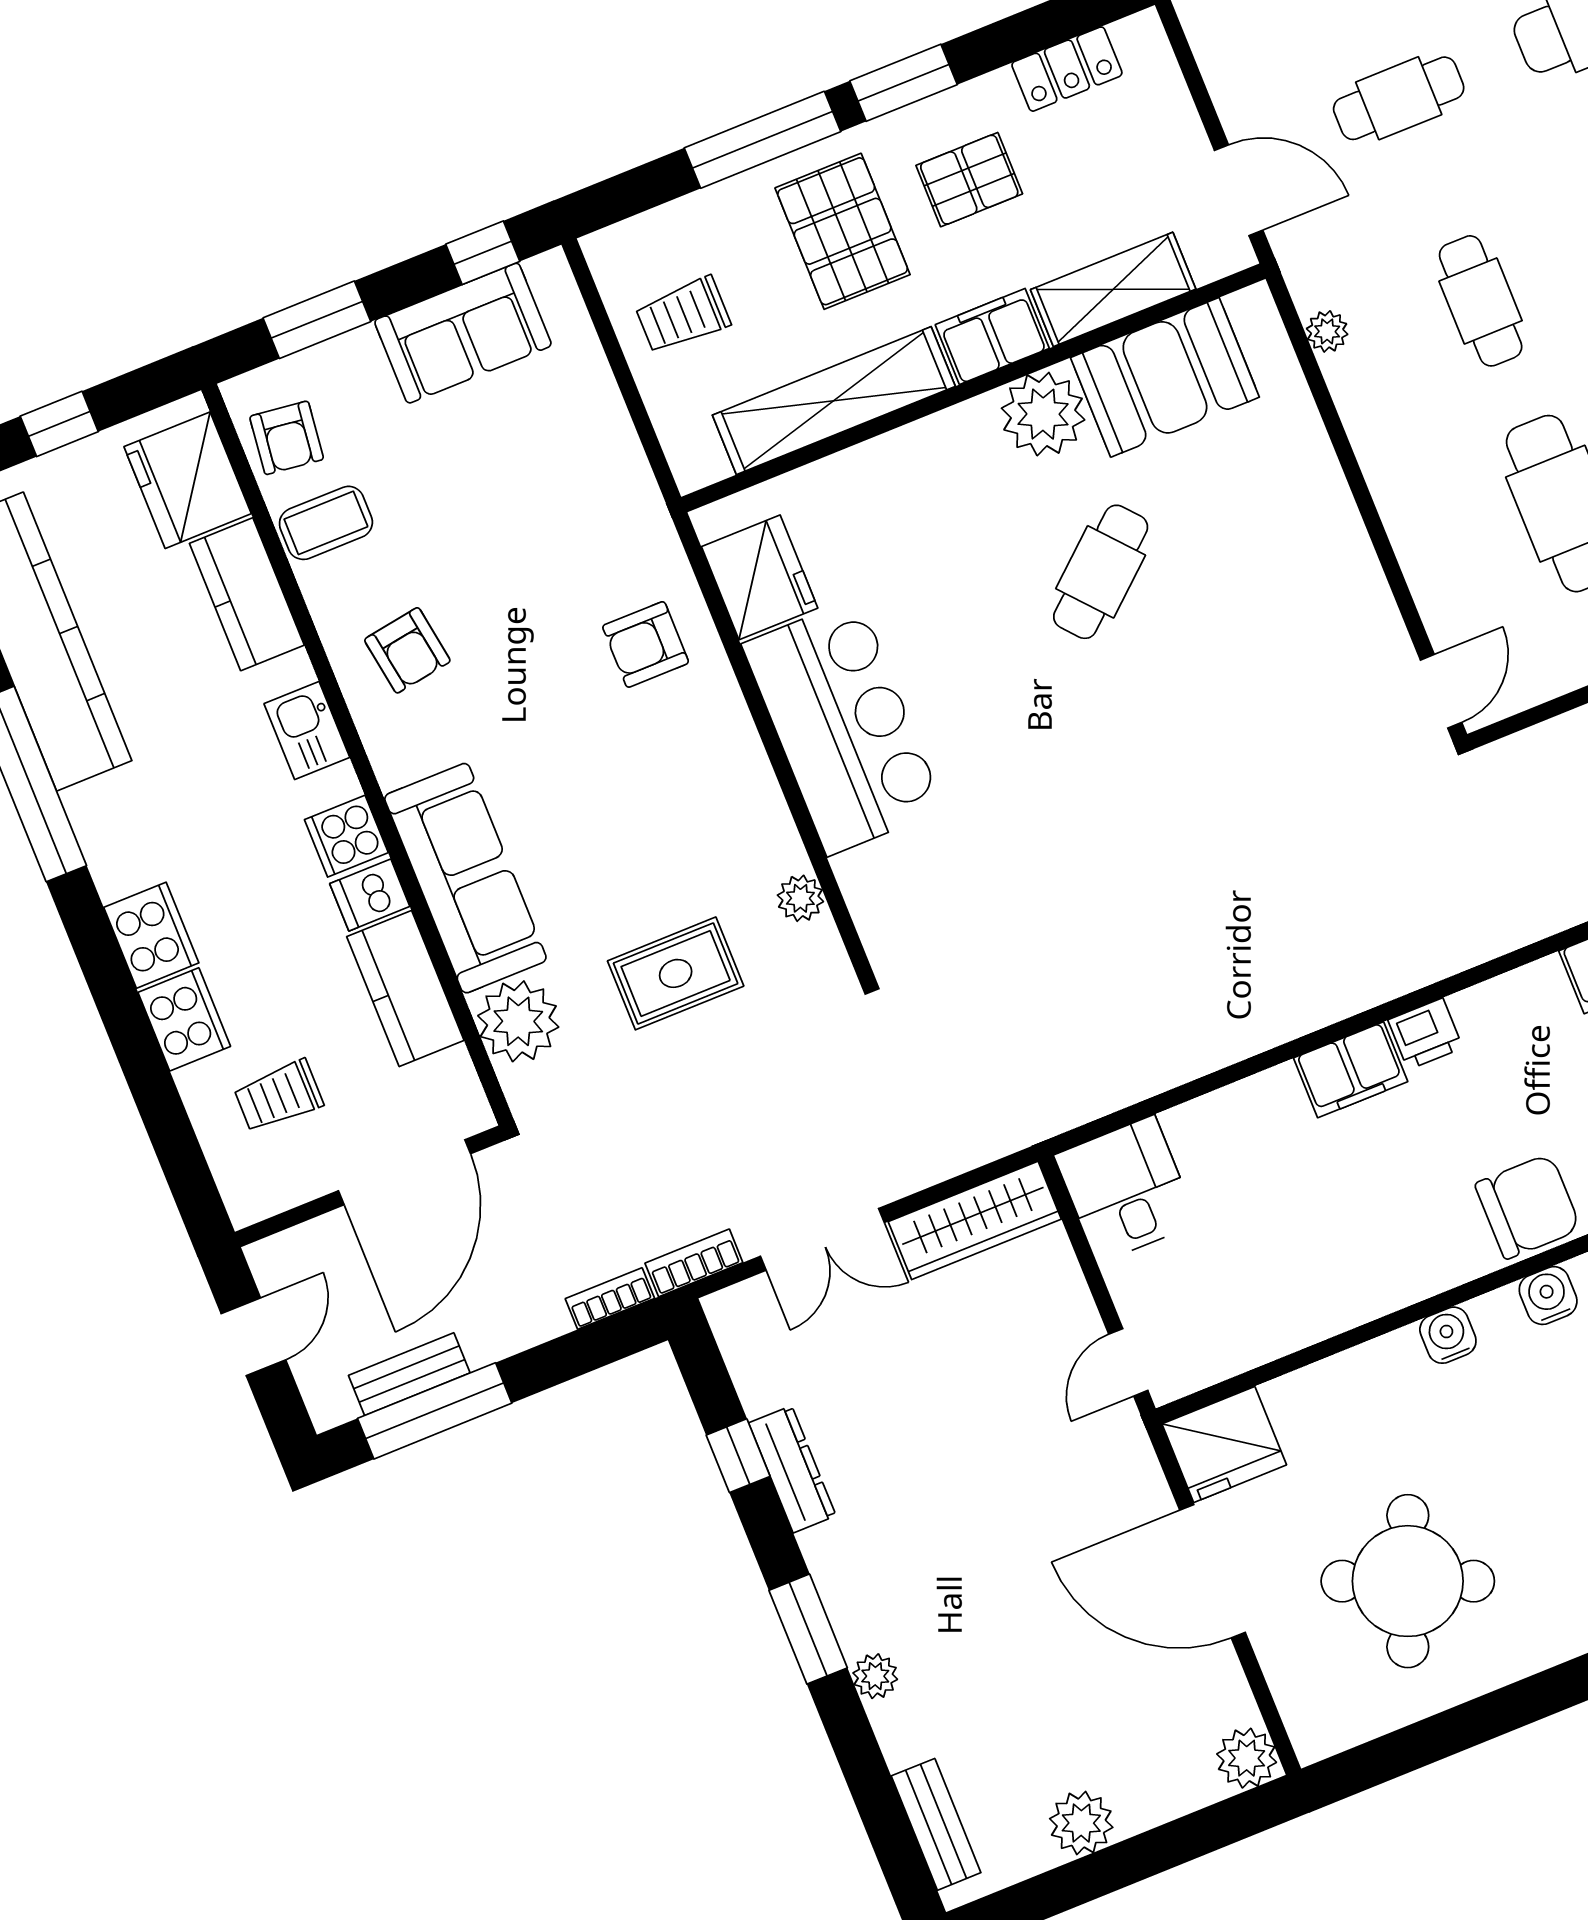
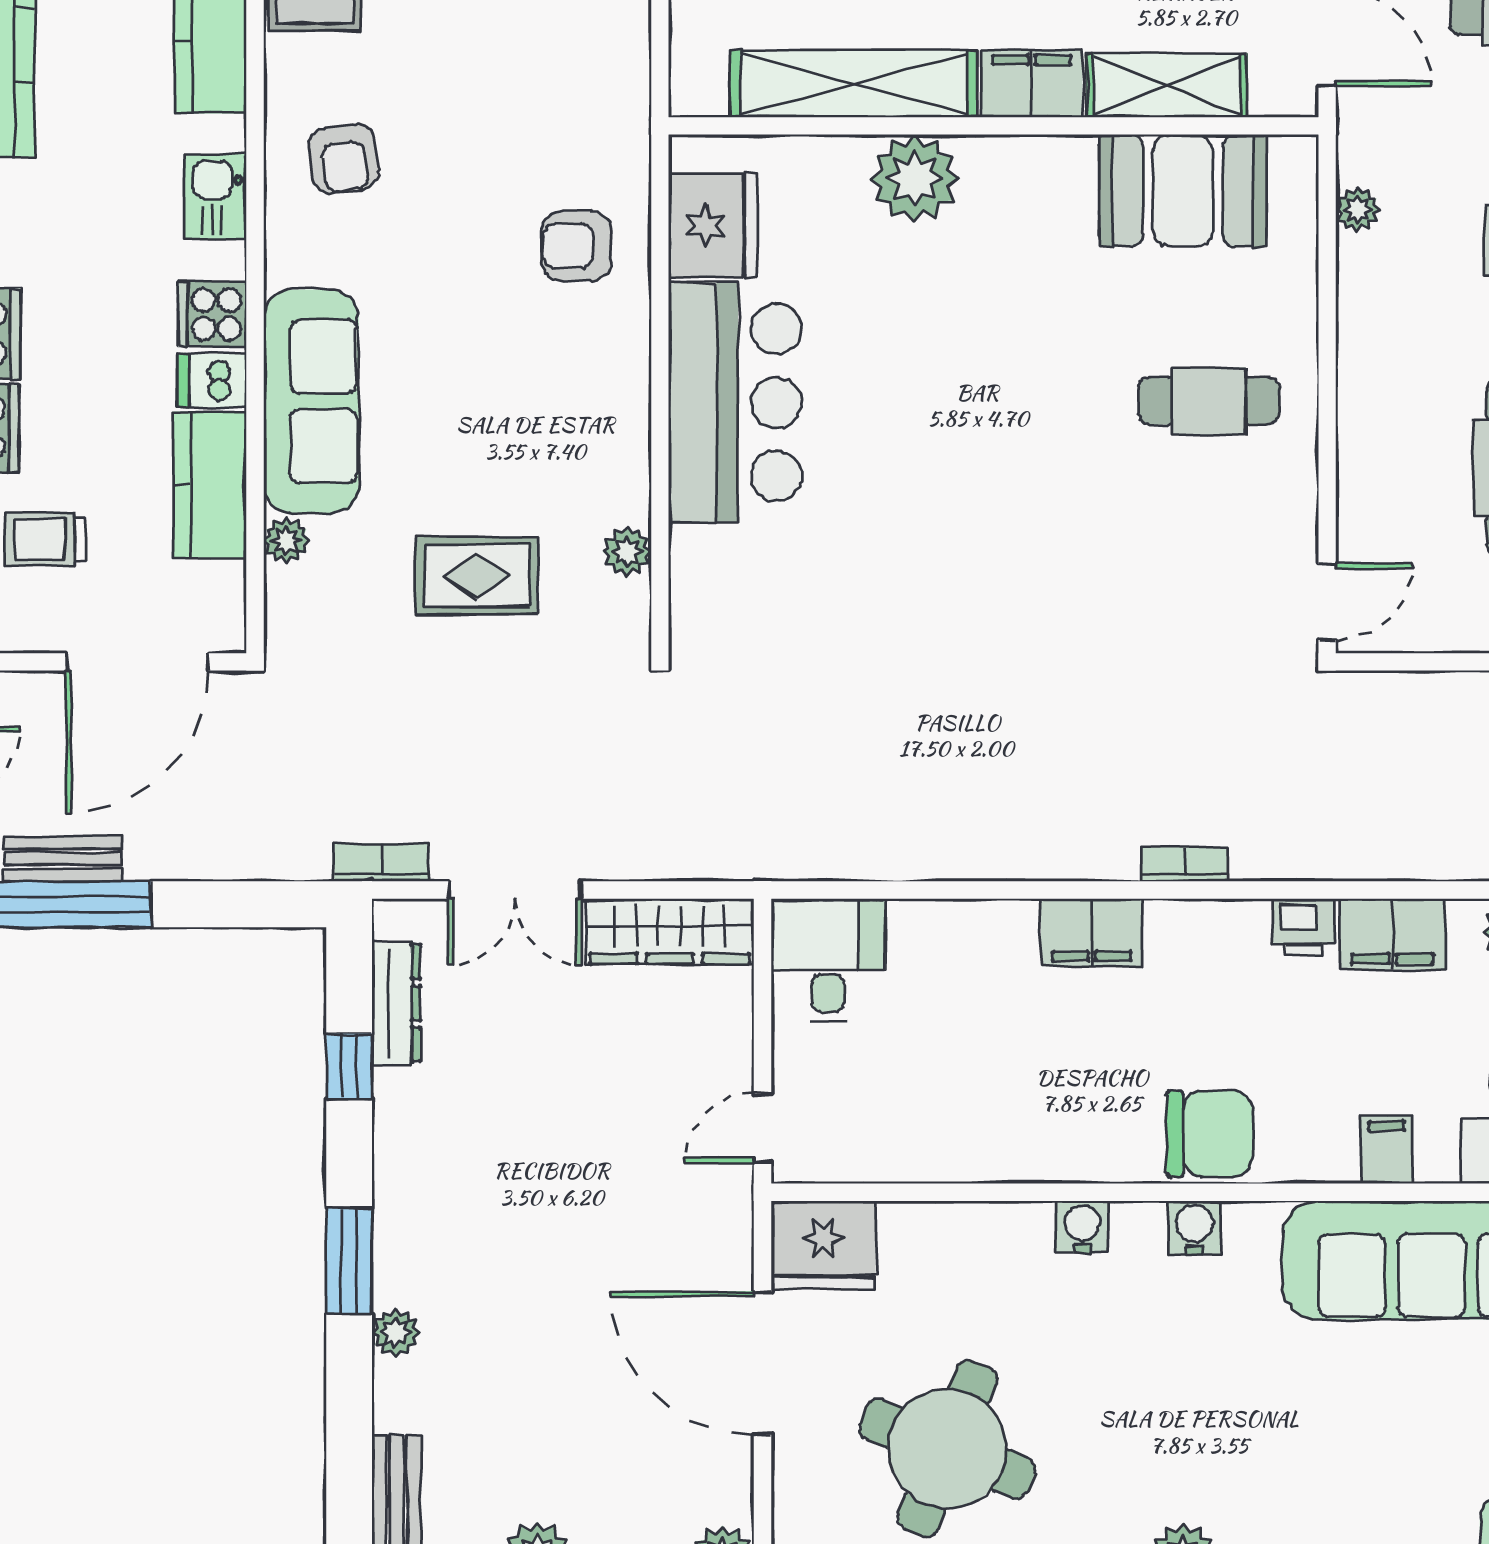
plant: (1043, 414) -> (914, 178), moved
cafe table: (1101, 572) -> (1209, 401), moved, turned 41
plant: (518, 1021) -> (286, 541), width x0.53, depth x0.53
printer: (1425, 1034) -> (1304, 927), moved
bookcase: (610, 1299) -> (1185, 864), moved
dresser: (792, 1469) -> (396, 1003), moved

